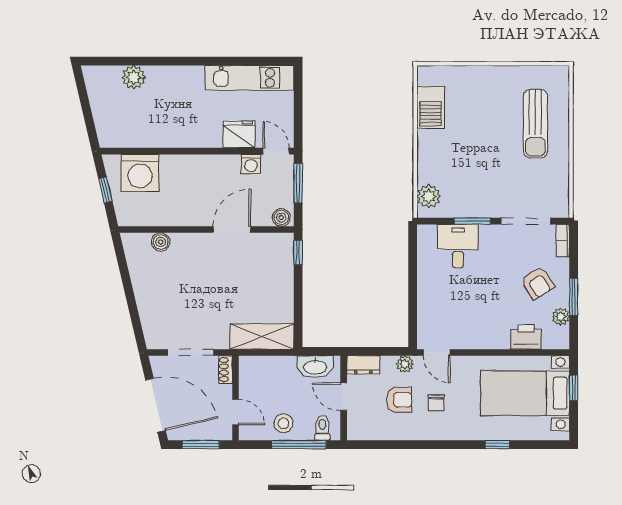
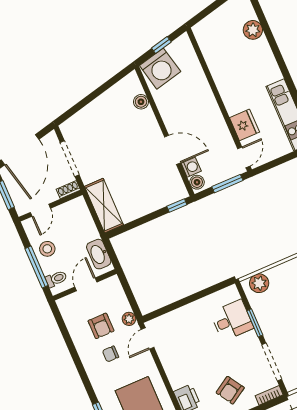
washing machine: (251, 164) -> (191, 167), moved, turned 180
washing machine: (140, 173) -> (160, 69), moved, turned -103
dresser: (363, 365) -> (115, 289), removed

